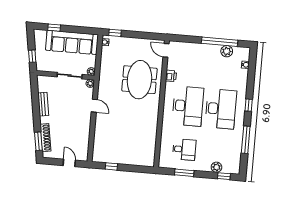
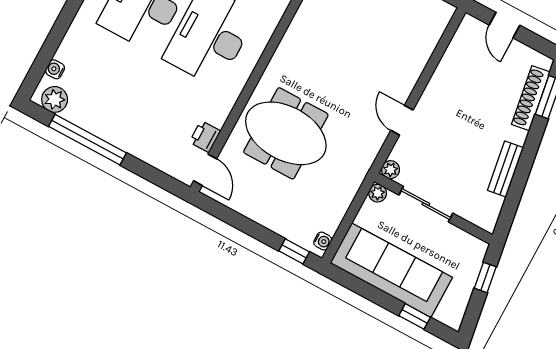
plant: (227, 51) -> (55, 99), moved
printer: (171, 76) -> (205, 137), moved
meeting table: (139, 80) -> (286, 133), turned 90

